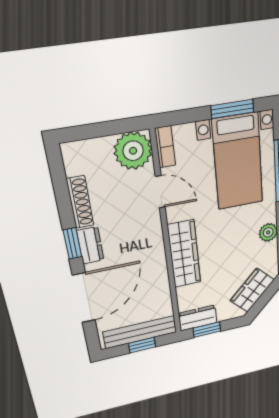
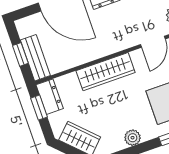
bench: (140, 332) -> (35, 58), width x0.73

